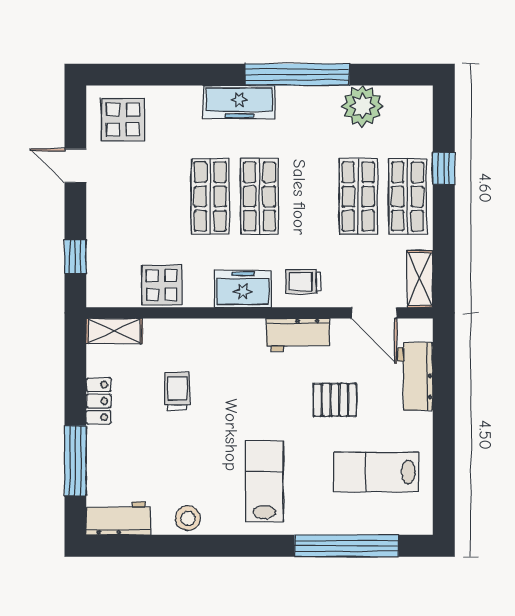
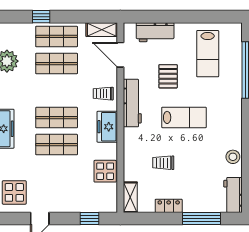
trolley: (303, 282) -> (103, 94), turned 90
door: (374, 313) -> (120, 55), swing flipped
workbench: (298, 335) -> (132, 103), width x1.38
lab bench: (264, 481) -> (184, 117), moved, turned 180

